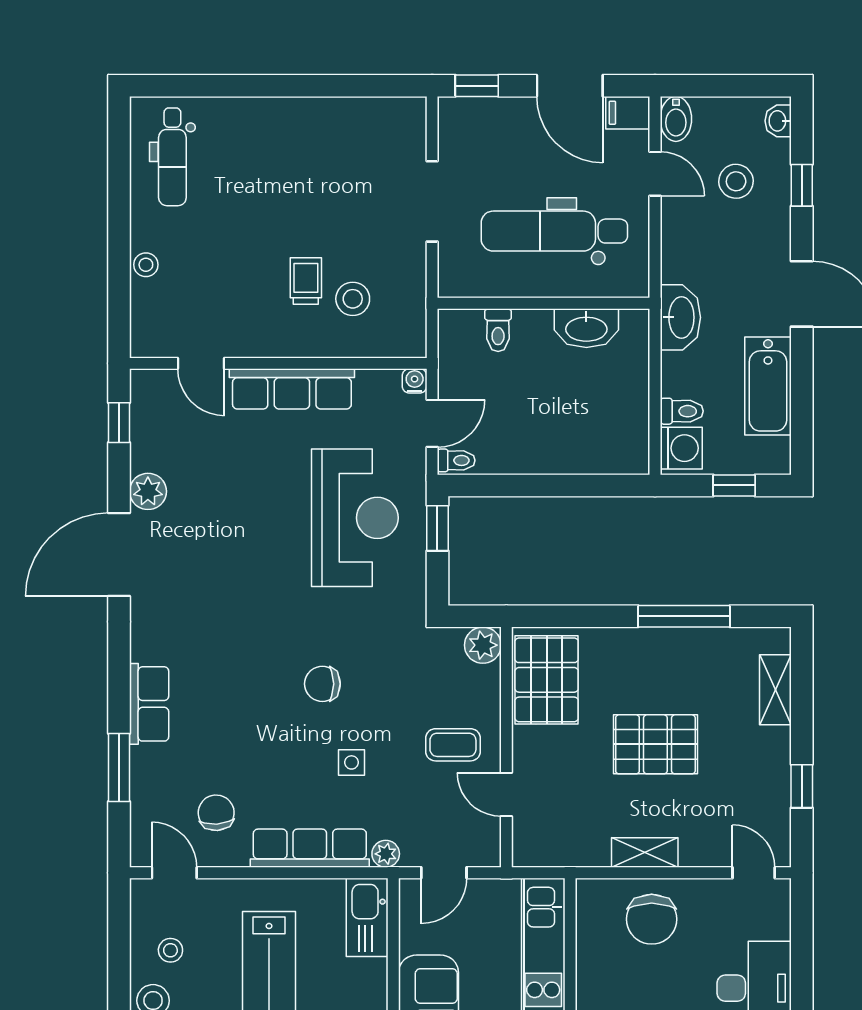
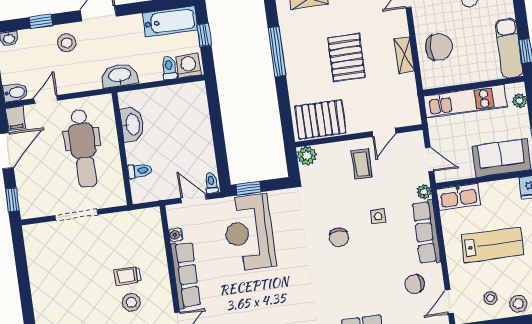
stool: (736, 181) -> (67, 43), moved
stool: (353, 299) -> (131, 302), moved
water cooler: (415, 381) -> (176, 235), moved
bathtub: (768, 386) -> (170, 21), moved
reception desk: (355, 518) -> (249, 232), turned -90

